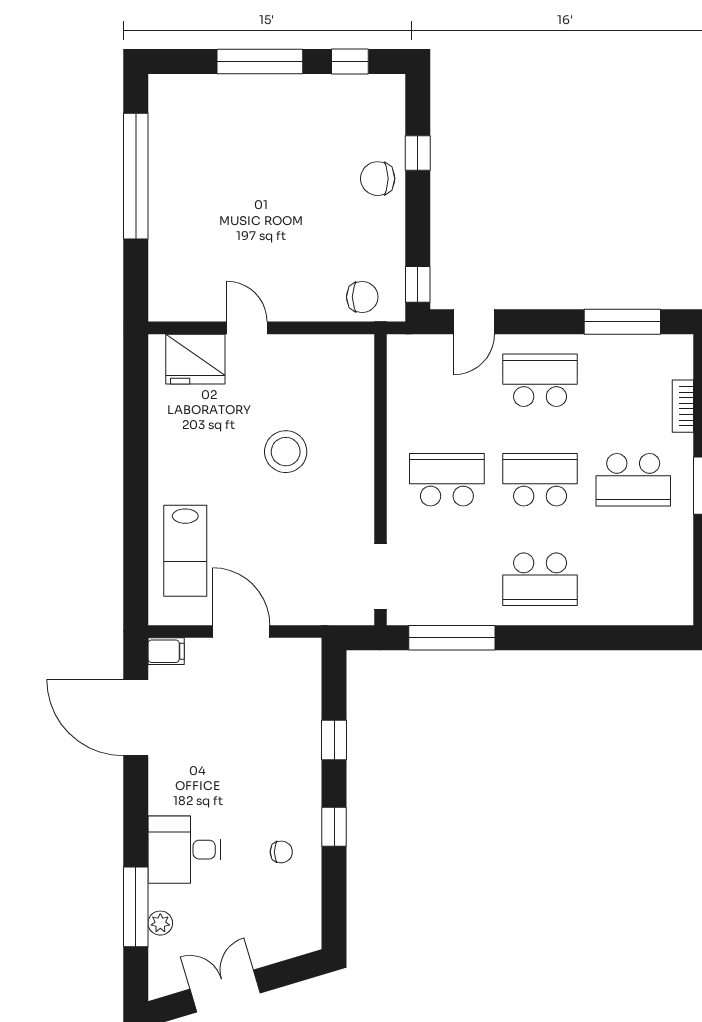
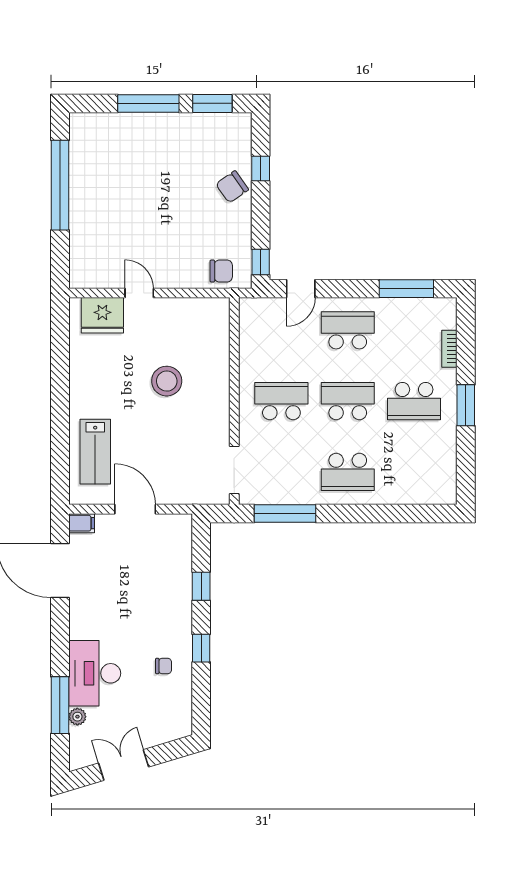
window: (350, 62) -> (212, 103), width x1.50
chair: (378, 179) -> (232, 187), turned -35
desk: (184, 850) -> (95, 673), width x1.37

